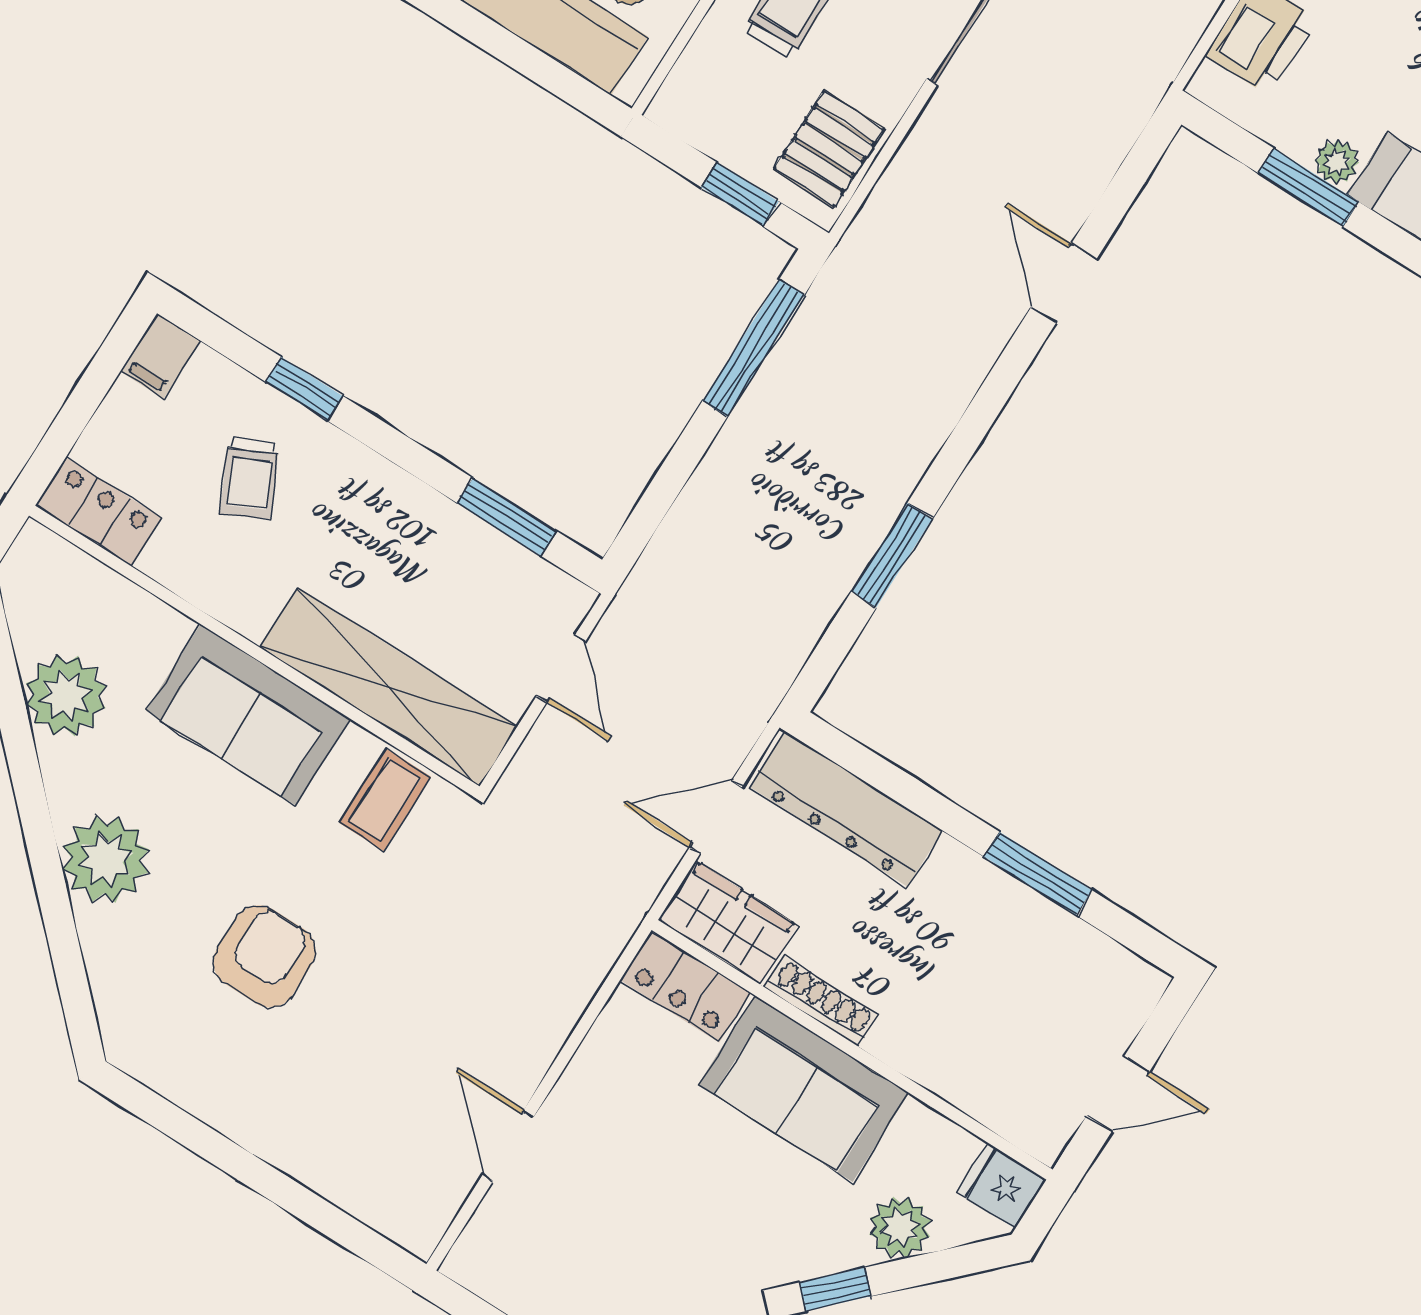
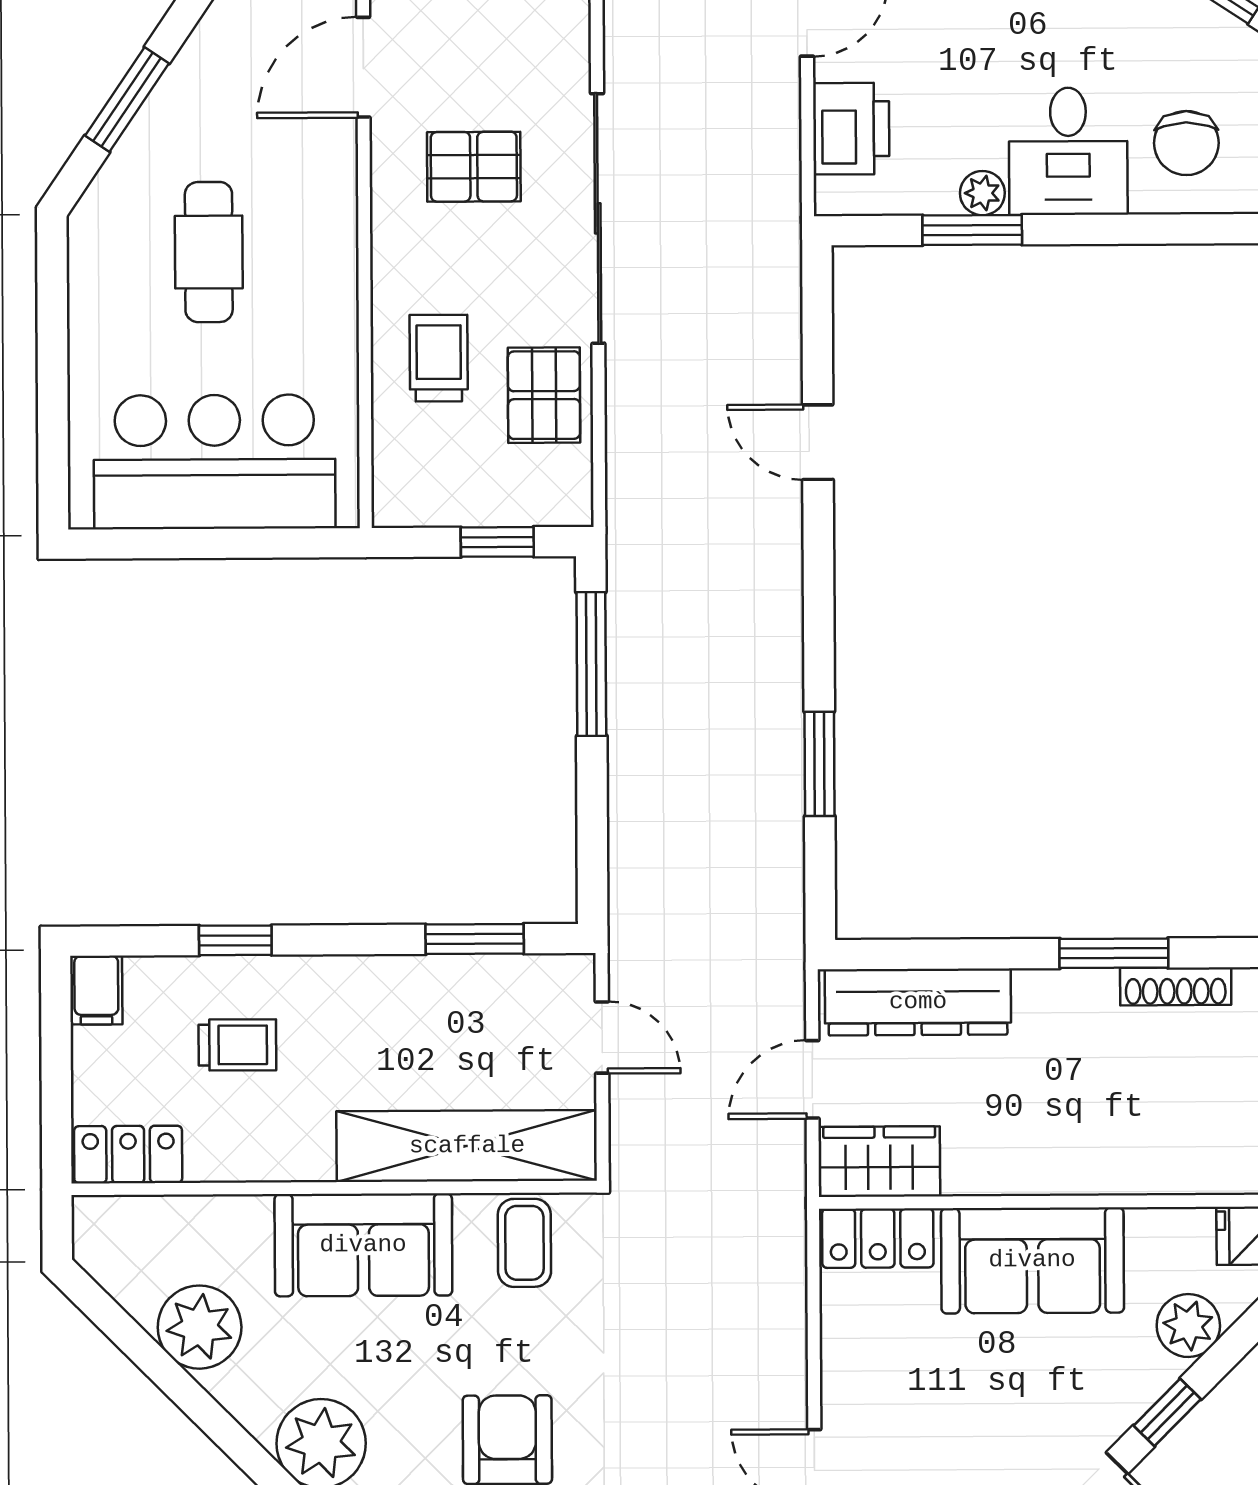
pallet: (829, 149) -> (544, 395), moved
trolley: (250, 478) -> (237, 1045), turned -64
shoe rack: (821, 1001) -> (1176, 986), moved, turned 180

